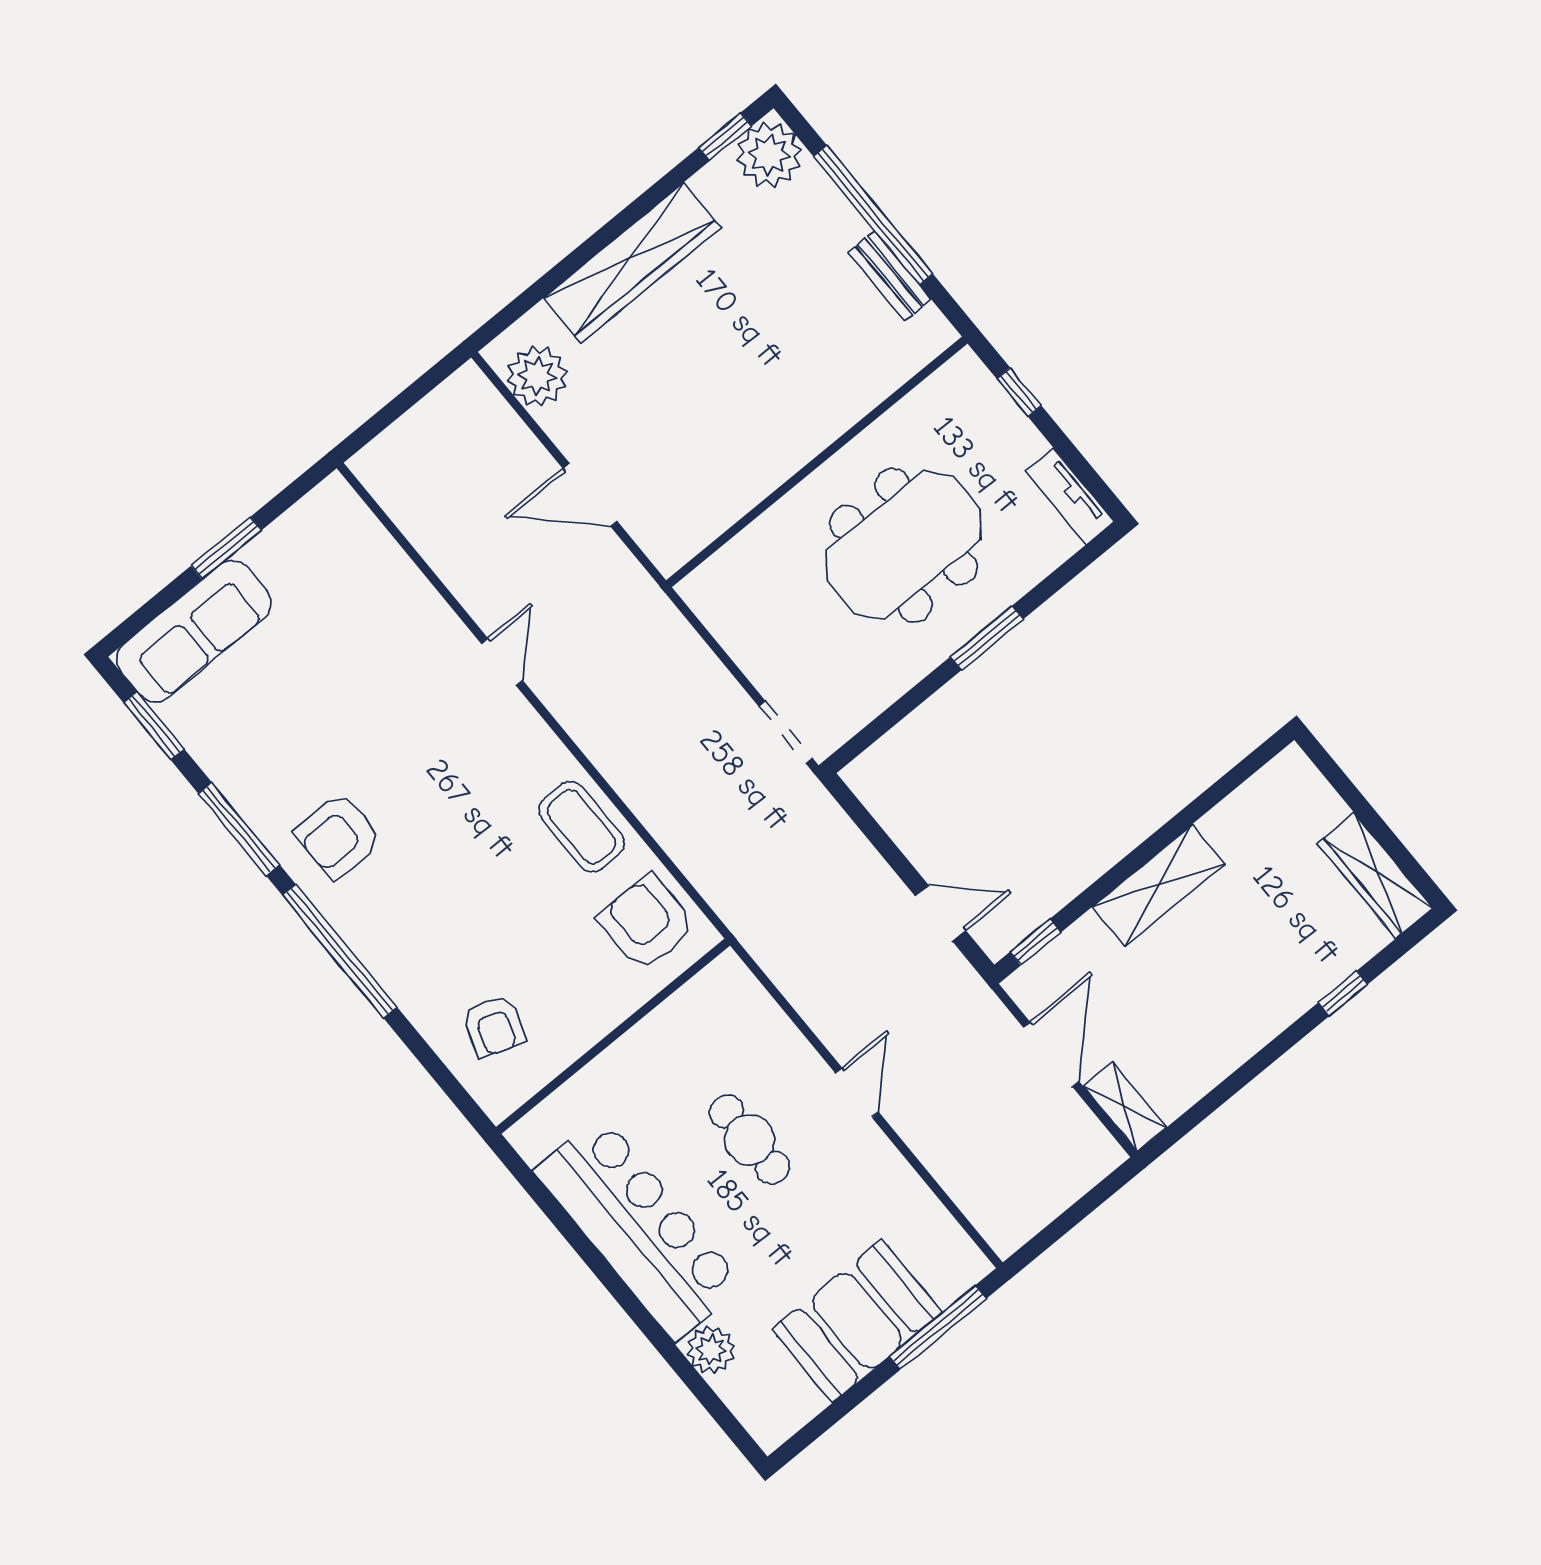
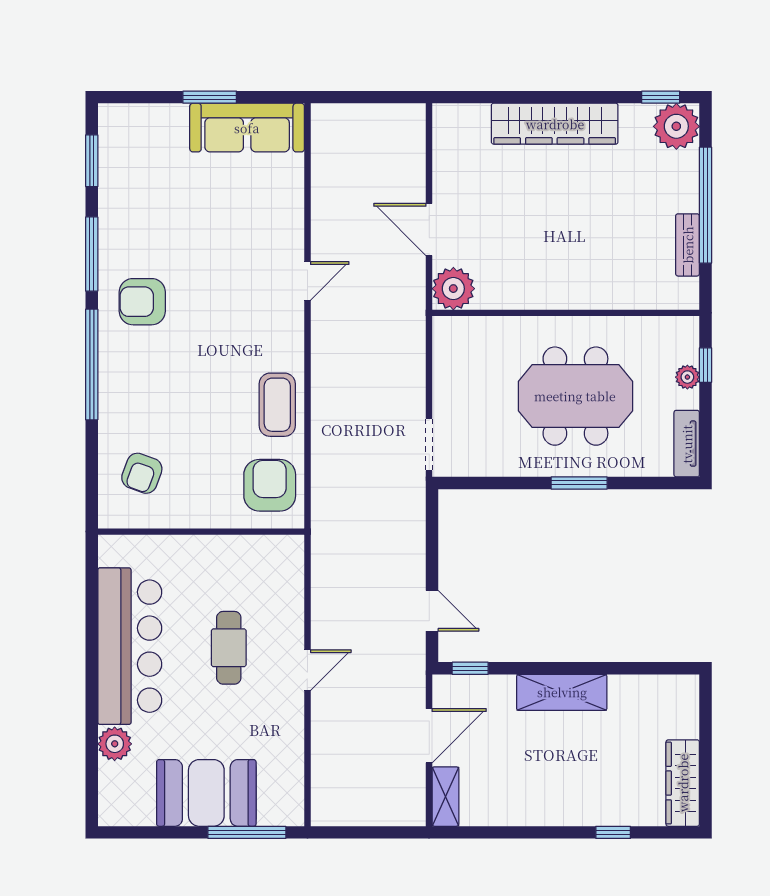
plant: (537, 376) -> (453, 289), moved
plant: (1010, 422) -> (687, 377), added
sofa: (194, 631) -> (247, 128), moved

